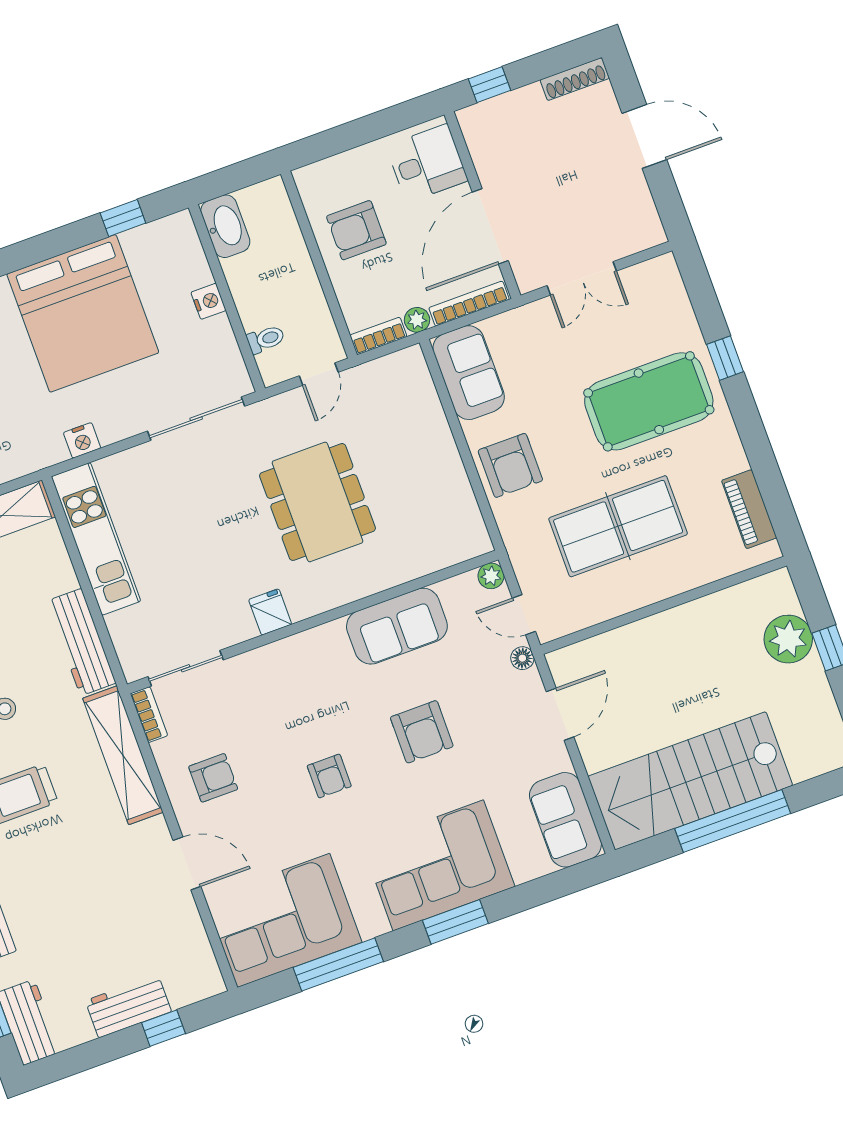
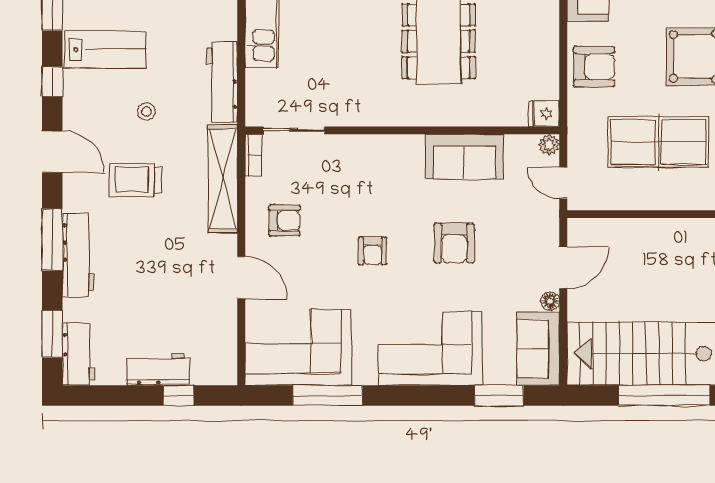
armchair: (510, 465) -> (594, 67), turned -90
fridge: (270, 612) -> (544, 114), moved, turned -90
floor lamp: (522, 658) -> (550, 301), moved
window: (455, 922) -> (499, 395), moved

